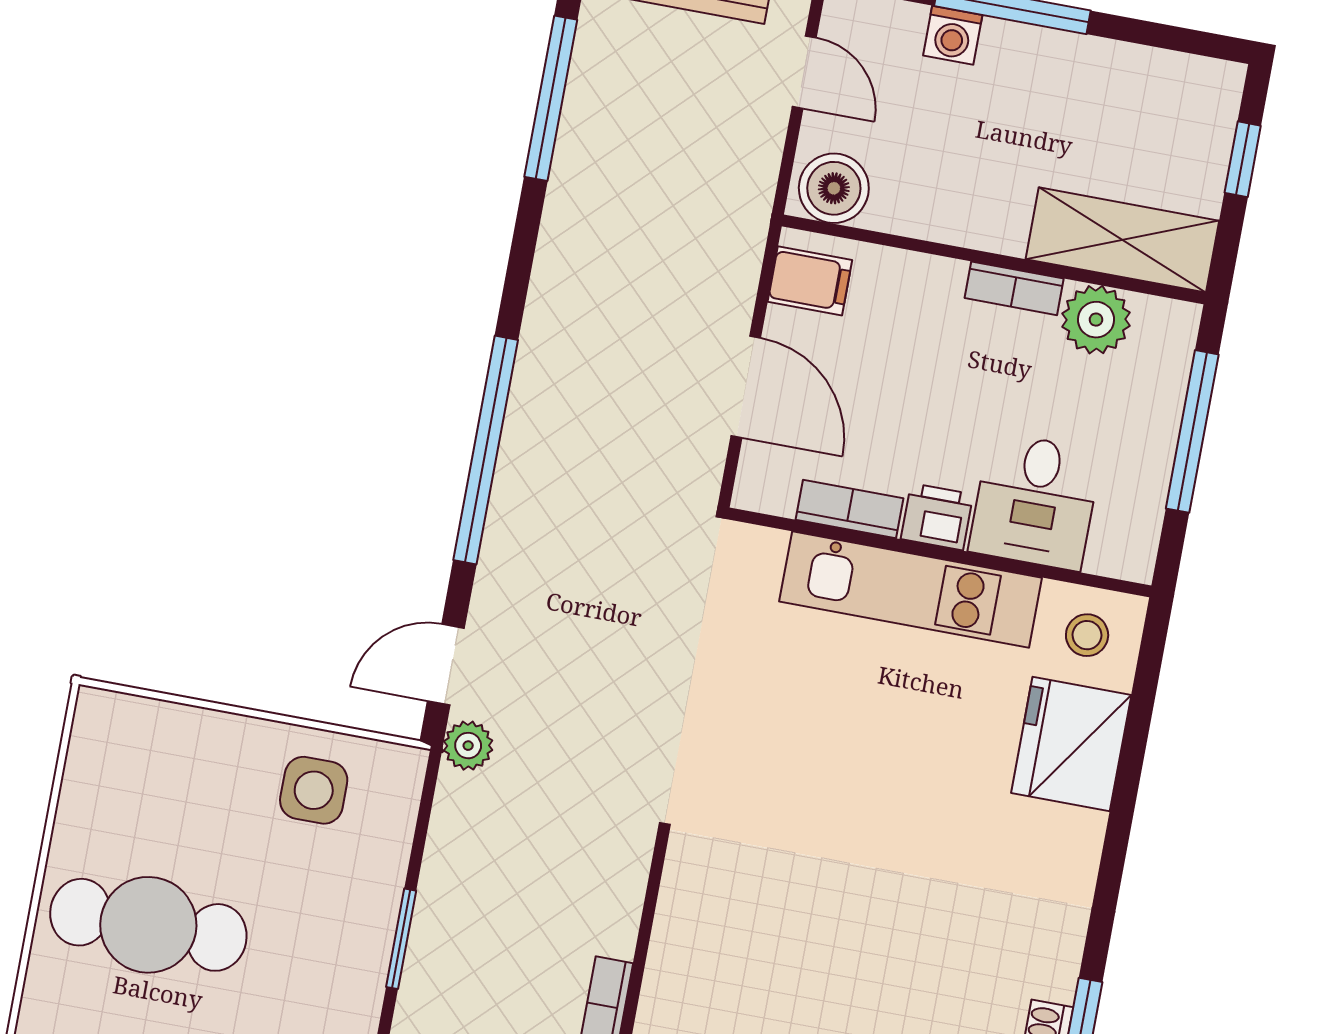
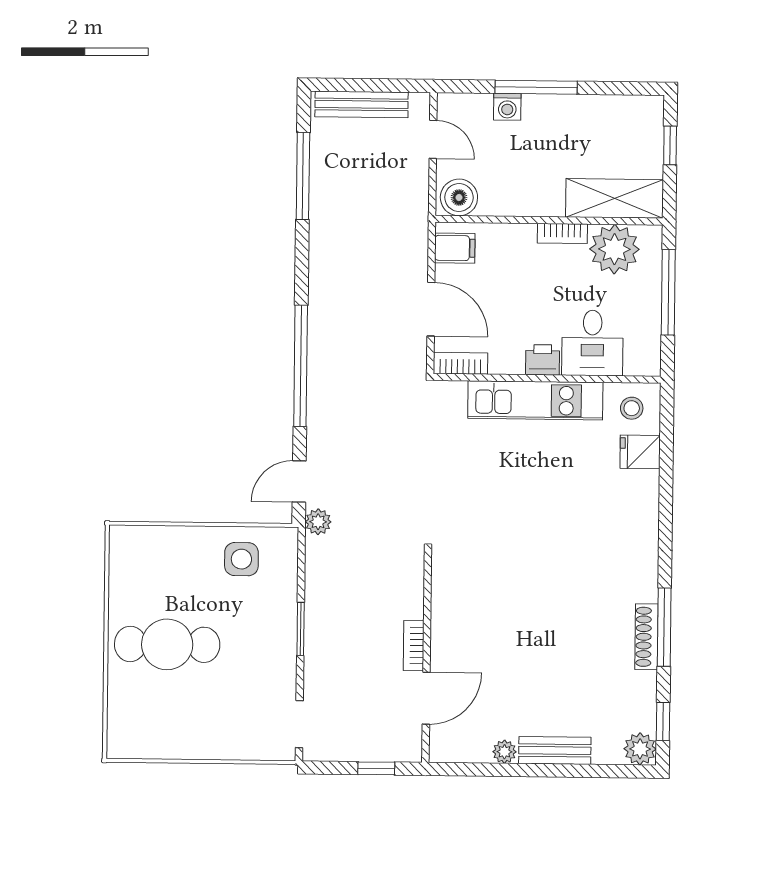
plant: (1096, 320) -> (614, 249), width x1.36, depth x1.36
bookcase: (850, 509) -> (460, 363), moved
fridge: (1071, 744) -> (640, 452), width x0.53, depth x0.75

